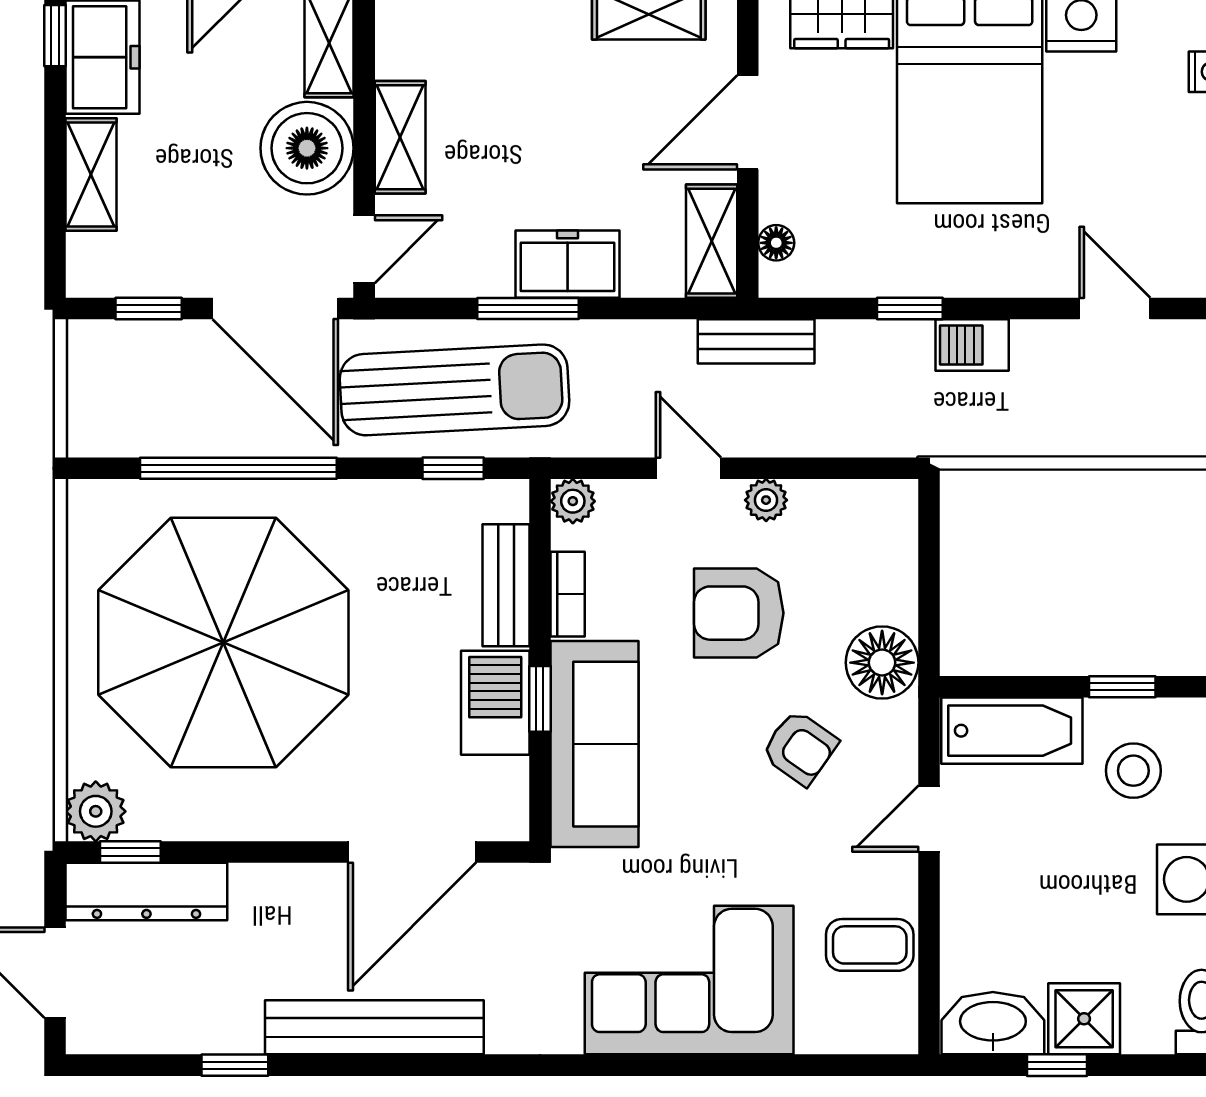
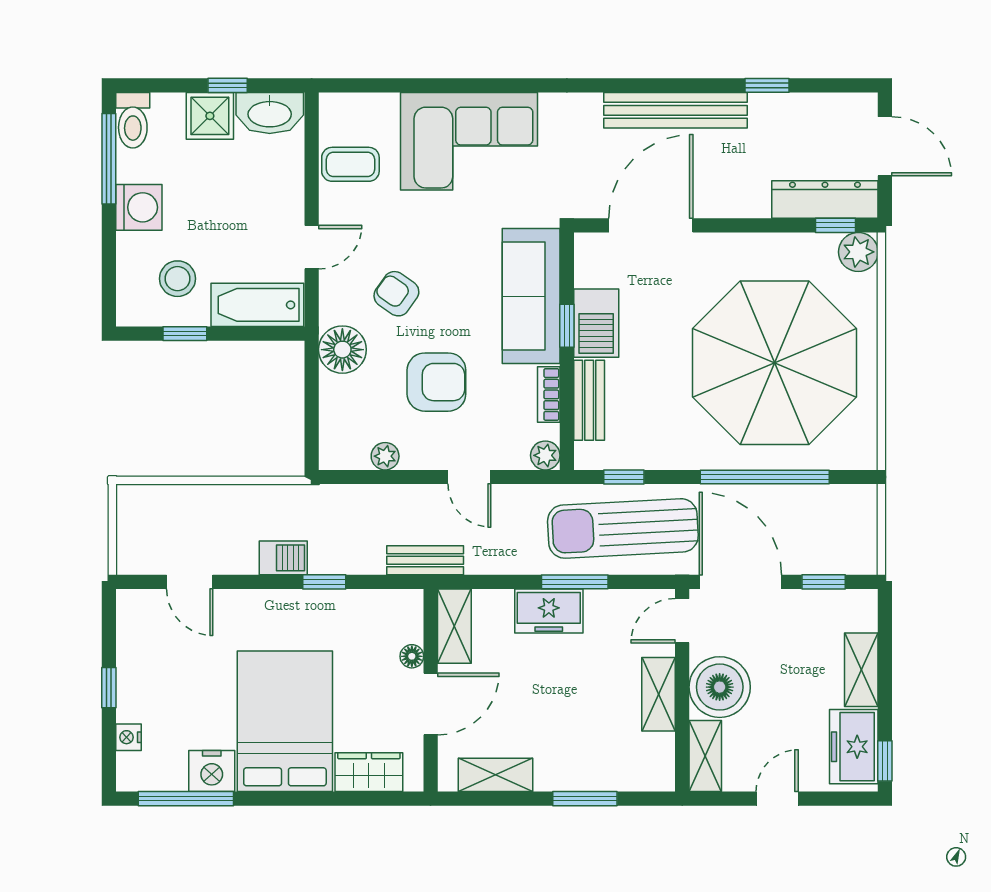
floor lamp: (776, 243) -> (412, 656), moved
plant: (766, 500) -> (385, 456), moved

